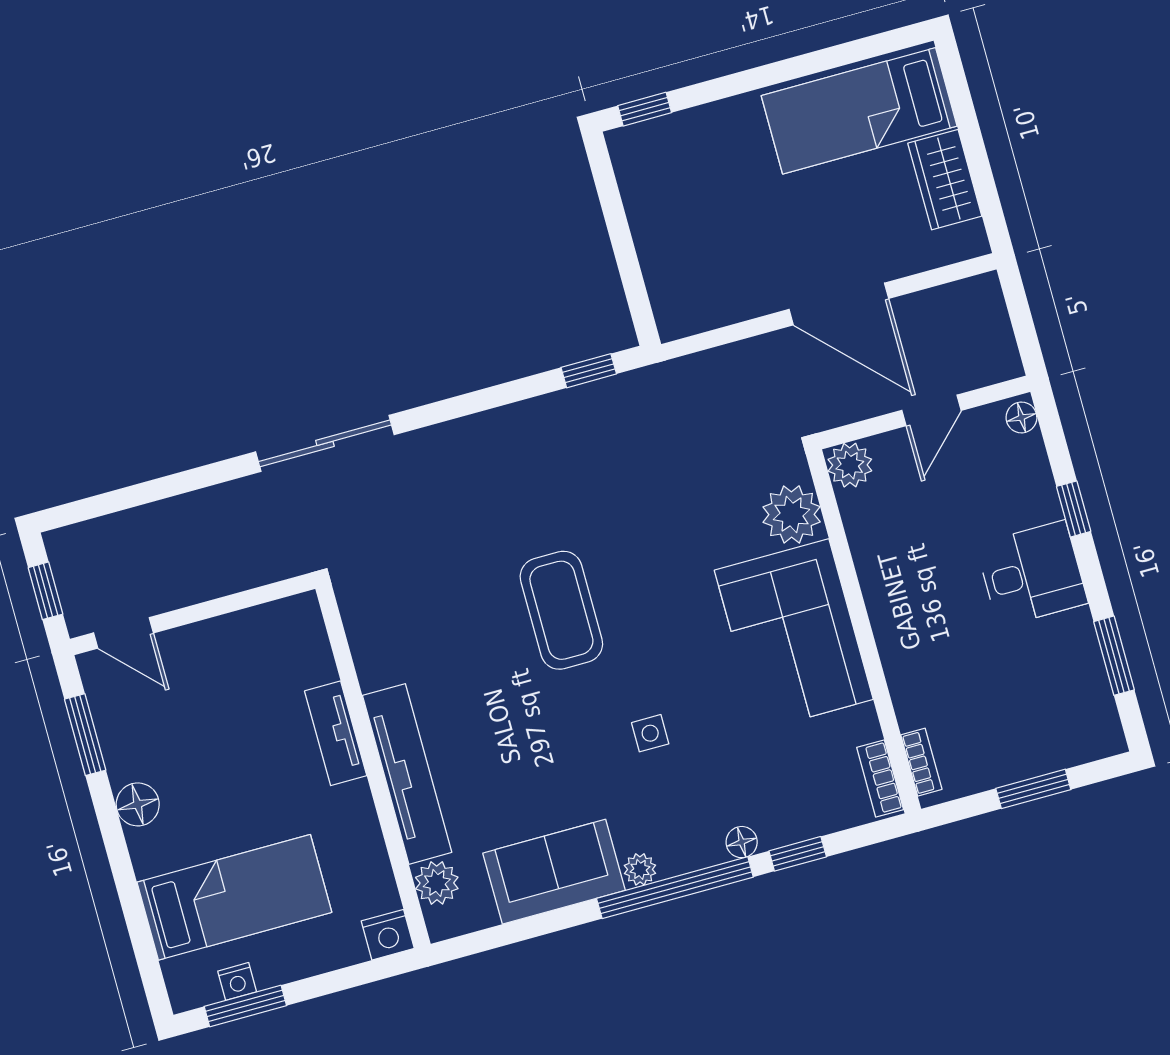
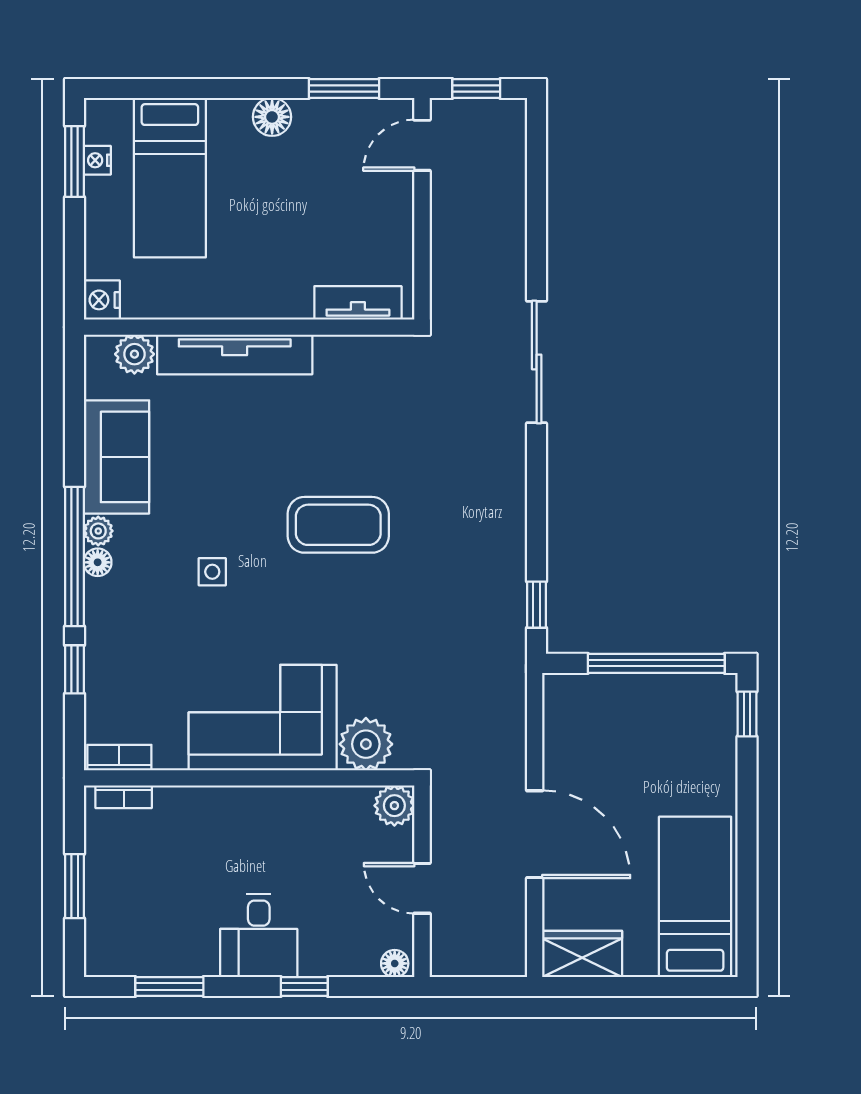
wardrobe: (945, 180) -> (582, 954), moved
window: (617, 223) -> (656, 663), added
door: (839, 304) -> (535, 834), swing flipped
tv unit: (336, 733) -> (358, 303), moved
floor lamp: (742, 842) -> (98, 562), moved

